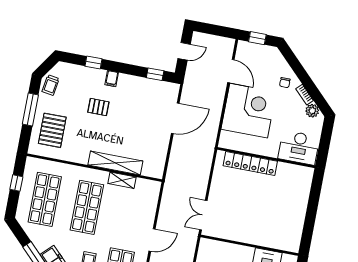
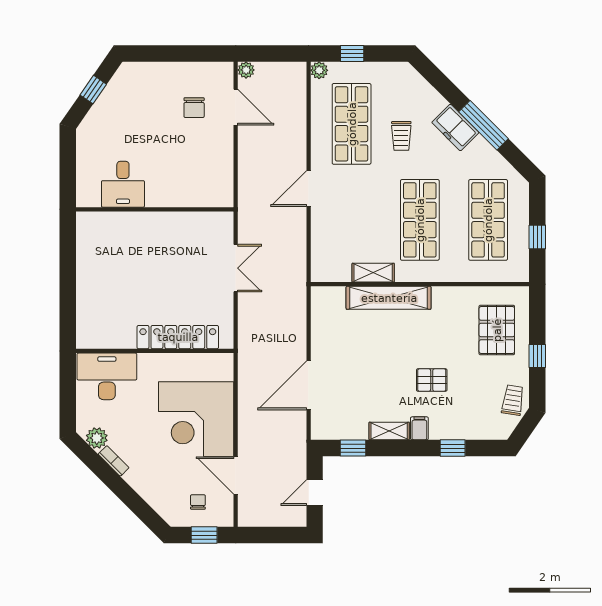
shelving: (131, 81) -> (389, 431), added
chair: (285, 83) -> (198, 502), moved
window: (30, 109) -> (537, 356), width x0.46
double door: (203, 215) -> (236, 268), moved

